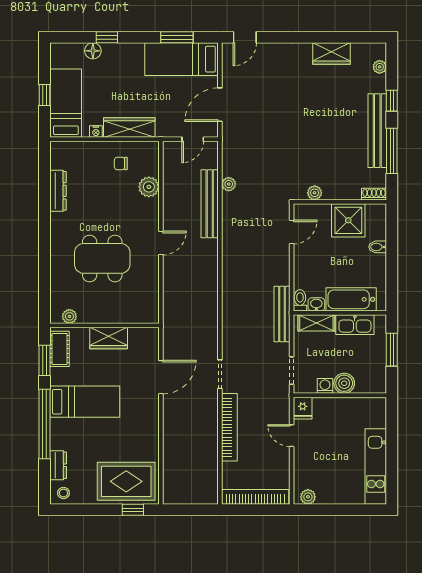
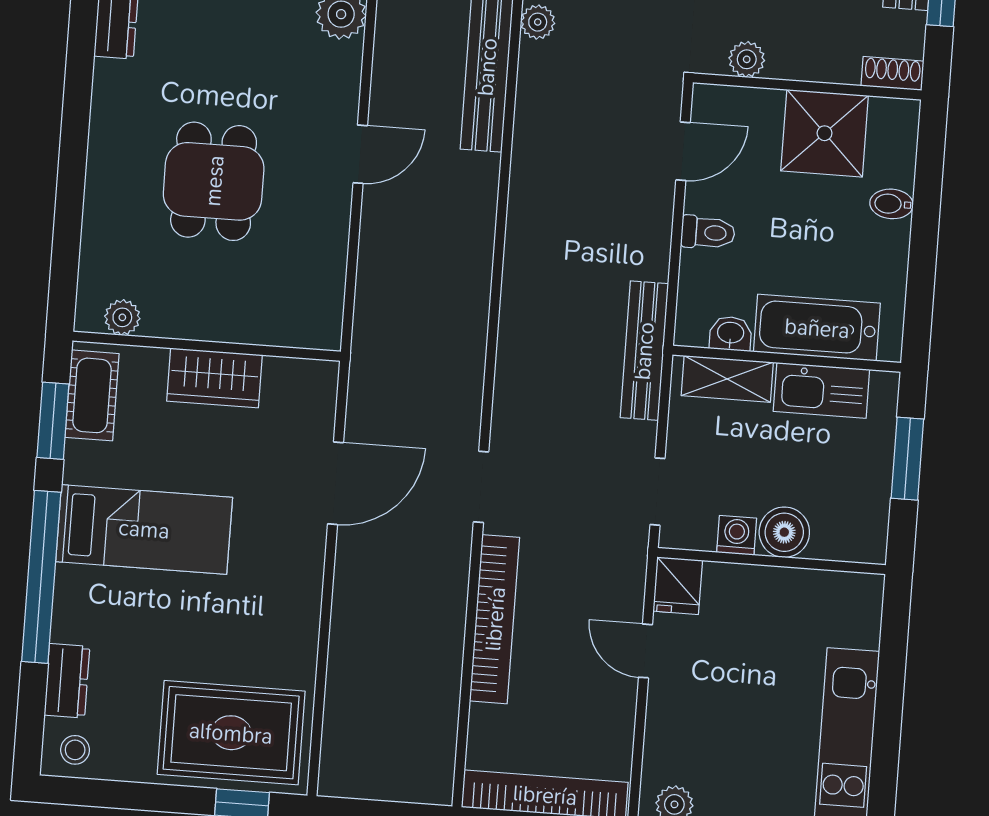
dining table: (102, 258) -> (214, 181), width x0.73
toilet: (300, 300) -> (708, 232), moved, turned 90

